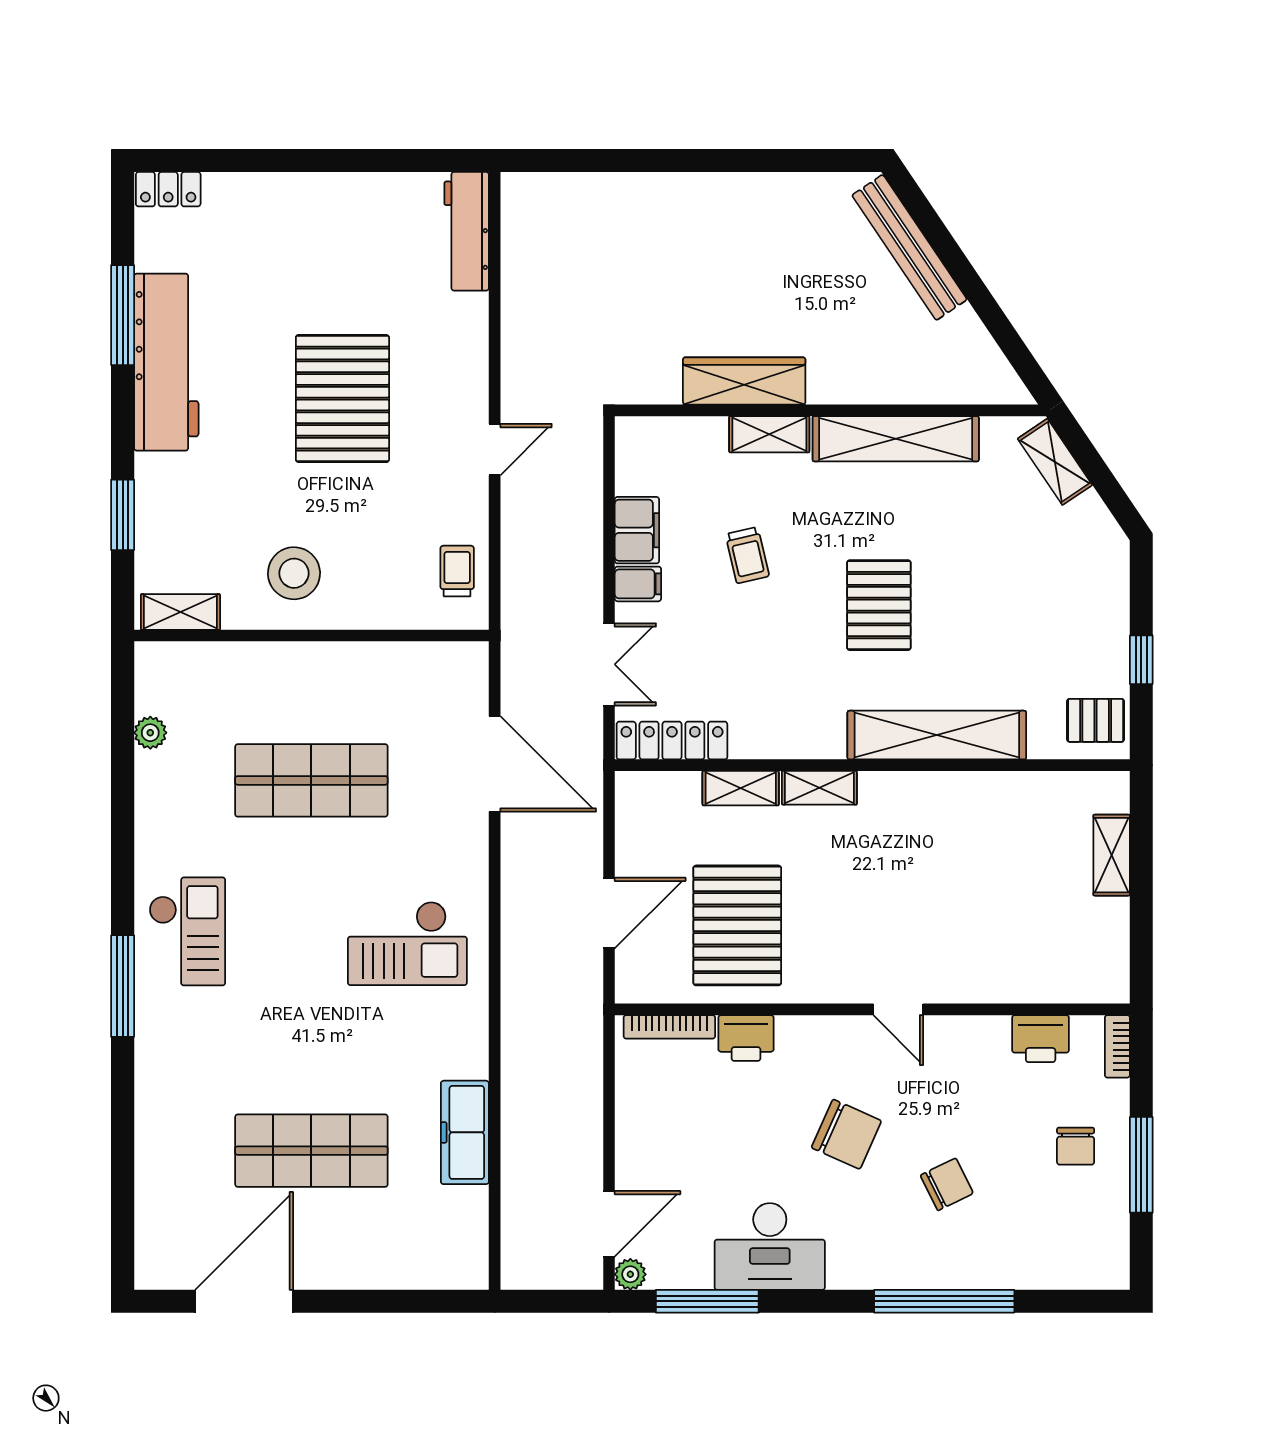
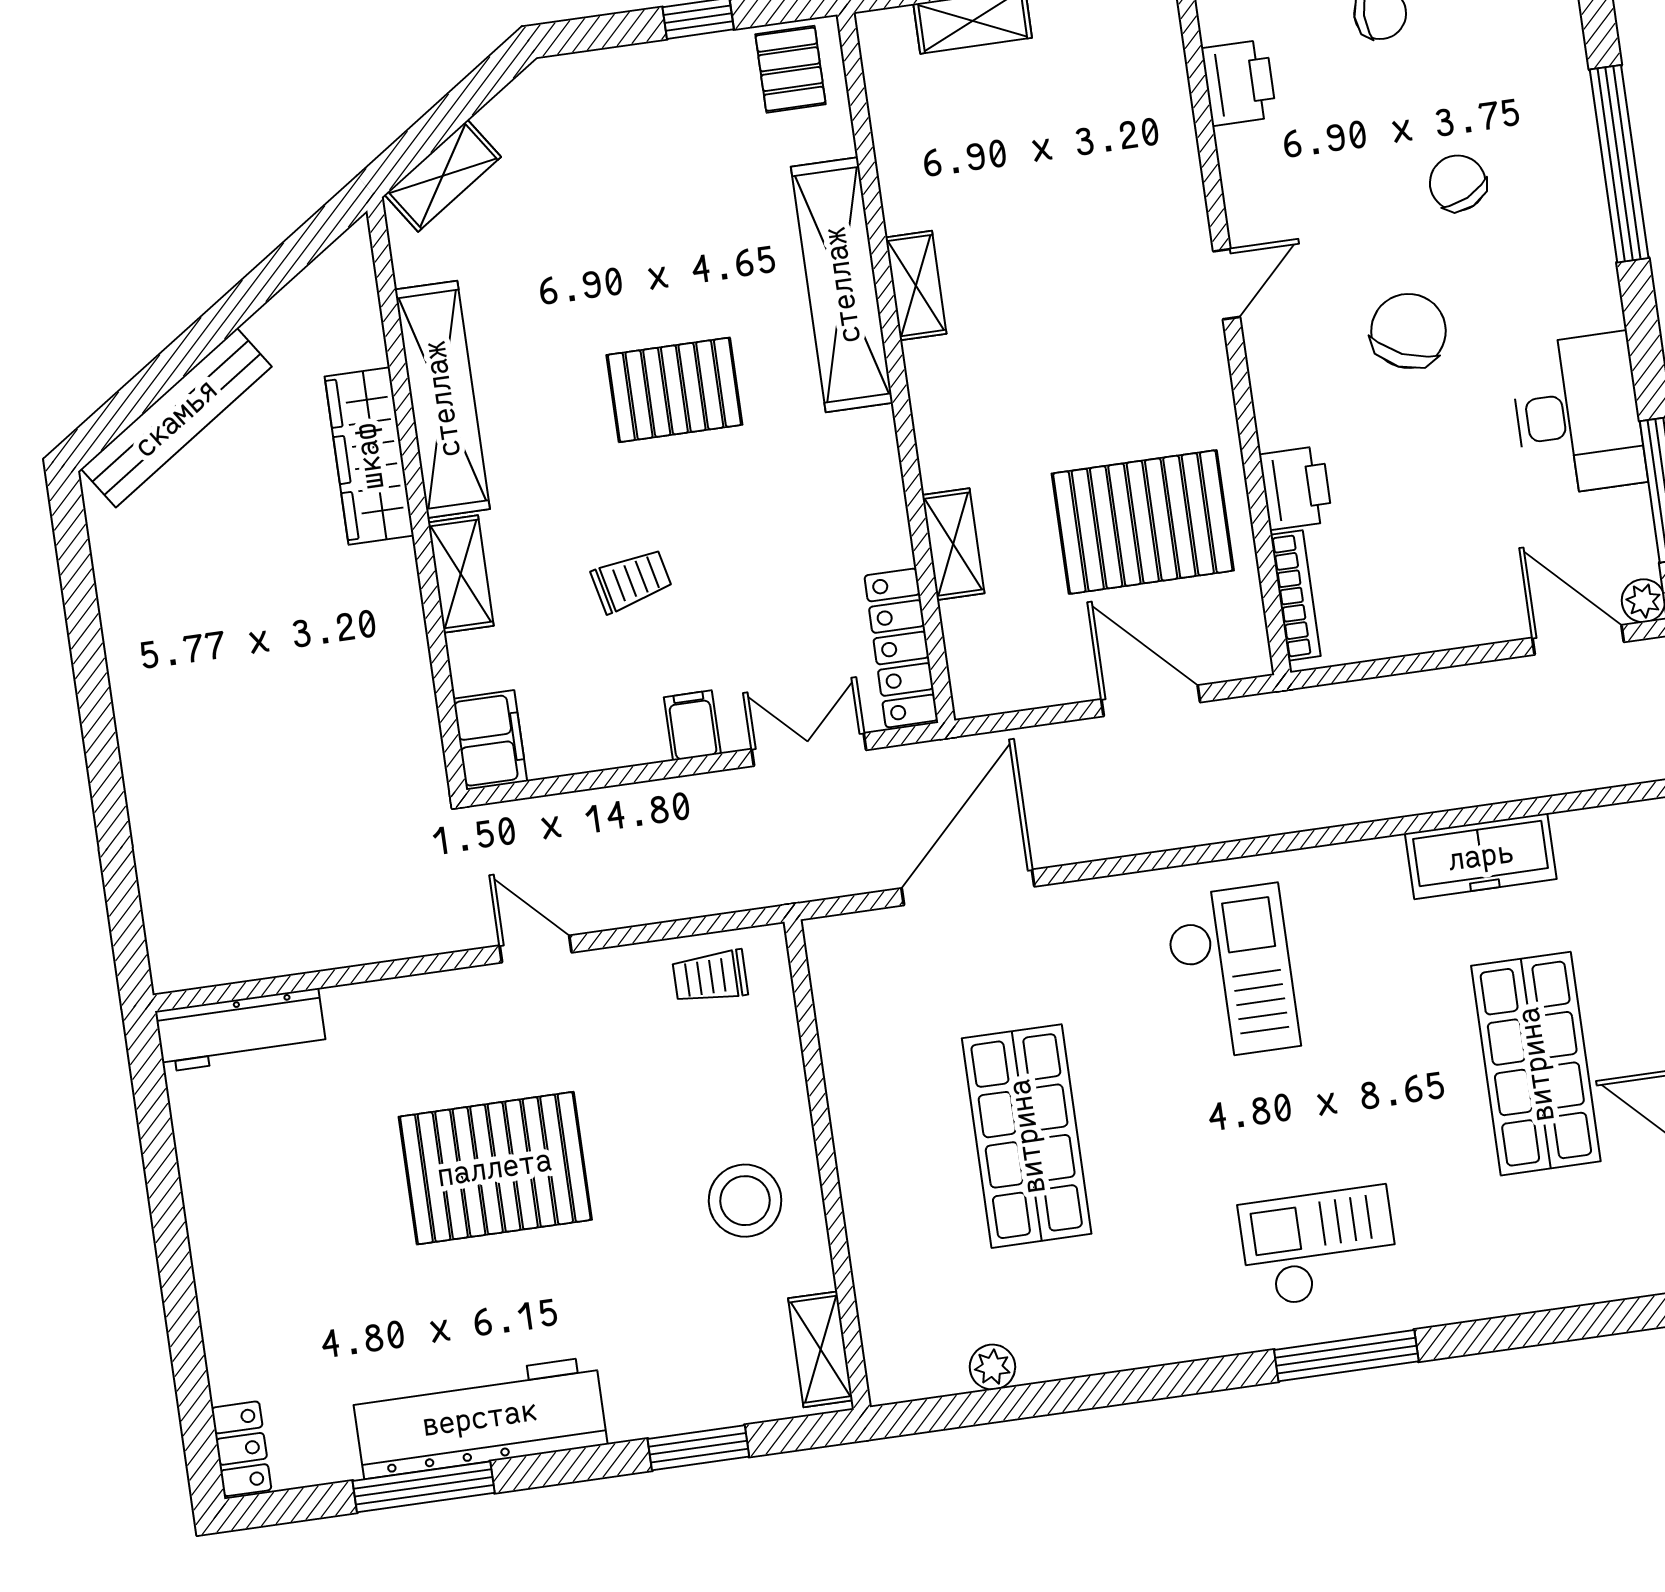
wardrobe: (744, 381) -> (369, 456), moved
filing cabinet: (637, 530) -> (490, 740), moved, turned 90
shelving: (819, 788) -> (916, 286), moved
checkout: (187, 931) -> (1319, 1246), moved

